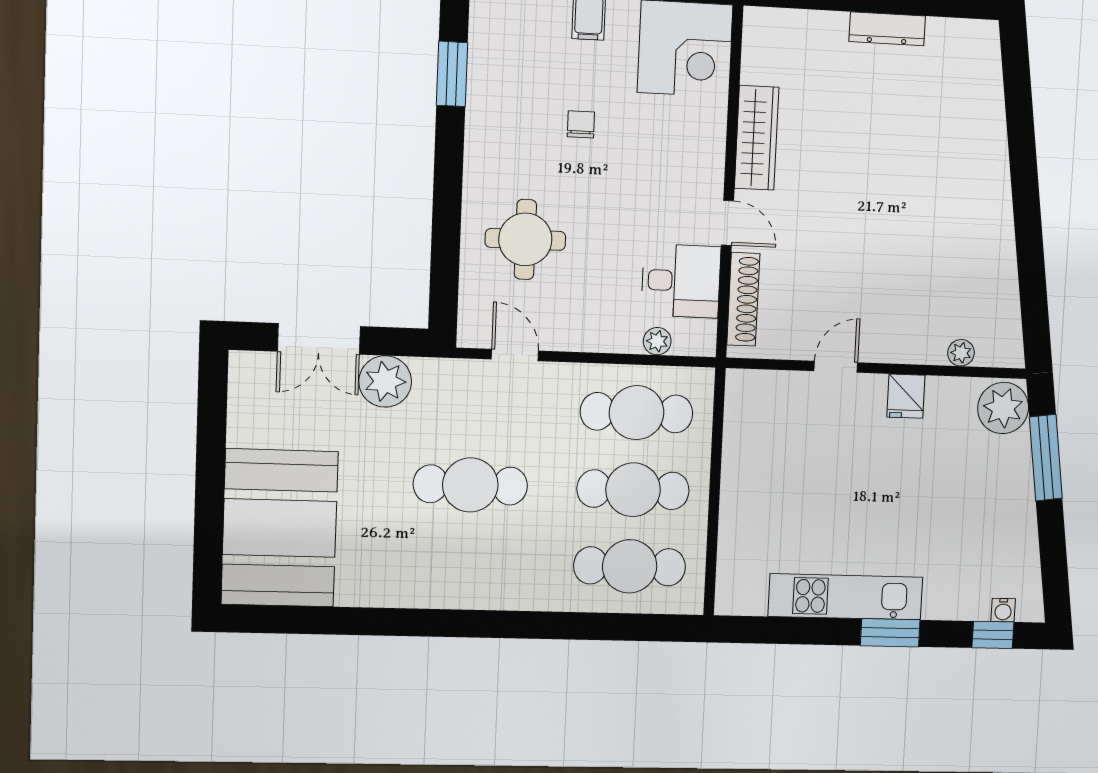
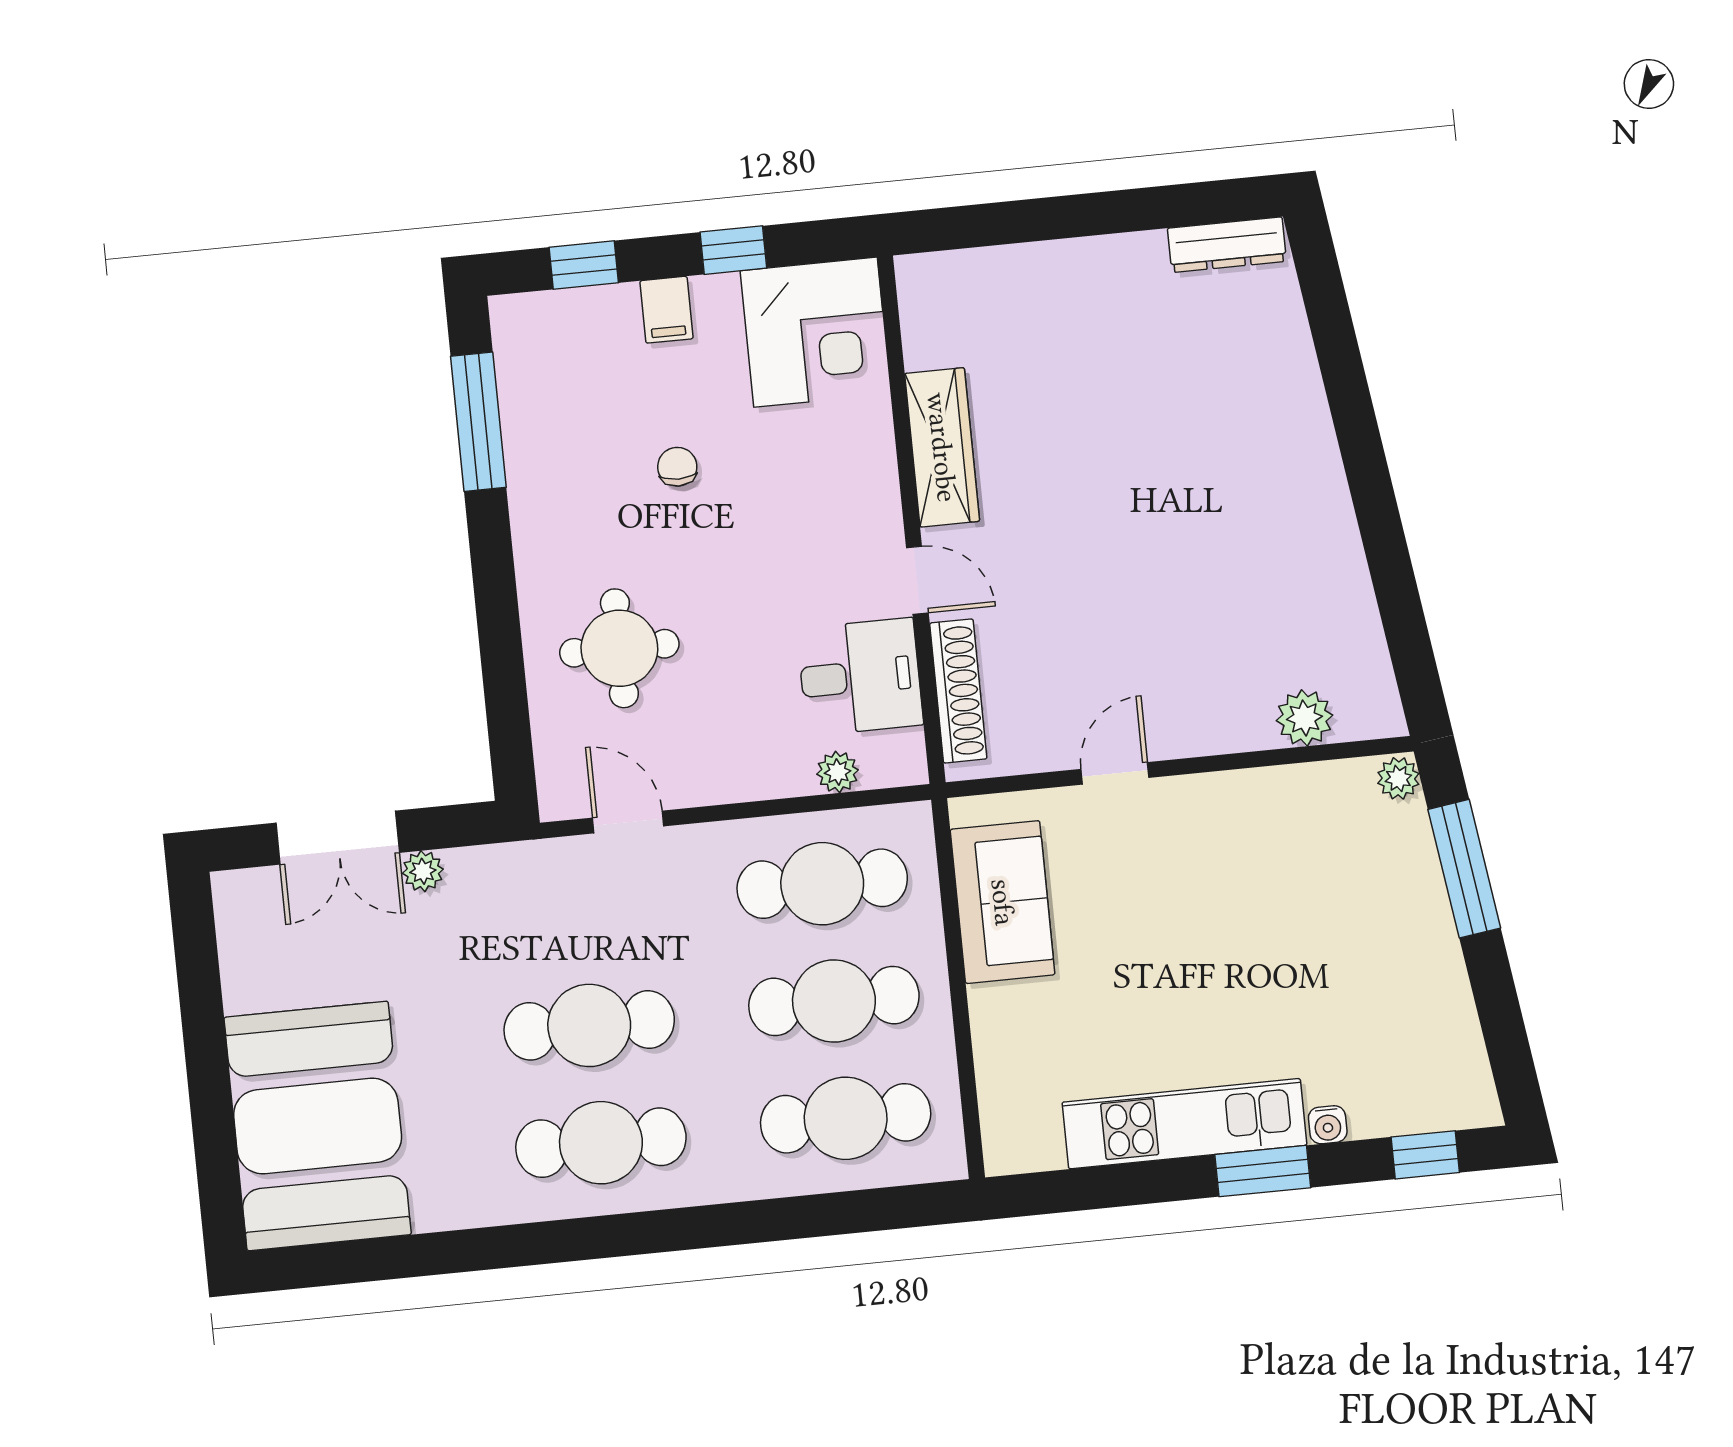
dresser: (887, 29) -> (1227, 245), moved
window: (452, 74) -> (478, 422), width x1.44
plant: (961, 353) -> (1304, 718), width x1.38, depth x1.38
plant: (385, 381) -> (423, 871), width x0.53, depth x0.53
fridge: (906, 396) -> (1230, 803), removed
plant: (1003, 408) -> (1398, 778), width x0.53, depth x0.53
sofa: (751, 440) -> (1003, 902), added
cafe table: (467, 562) -> (601, 1143), added
water cooler: (1003, 610) -> (1328, 1125), moved

